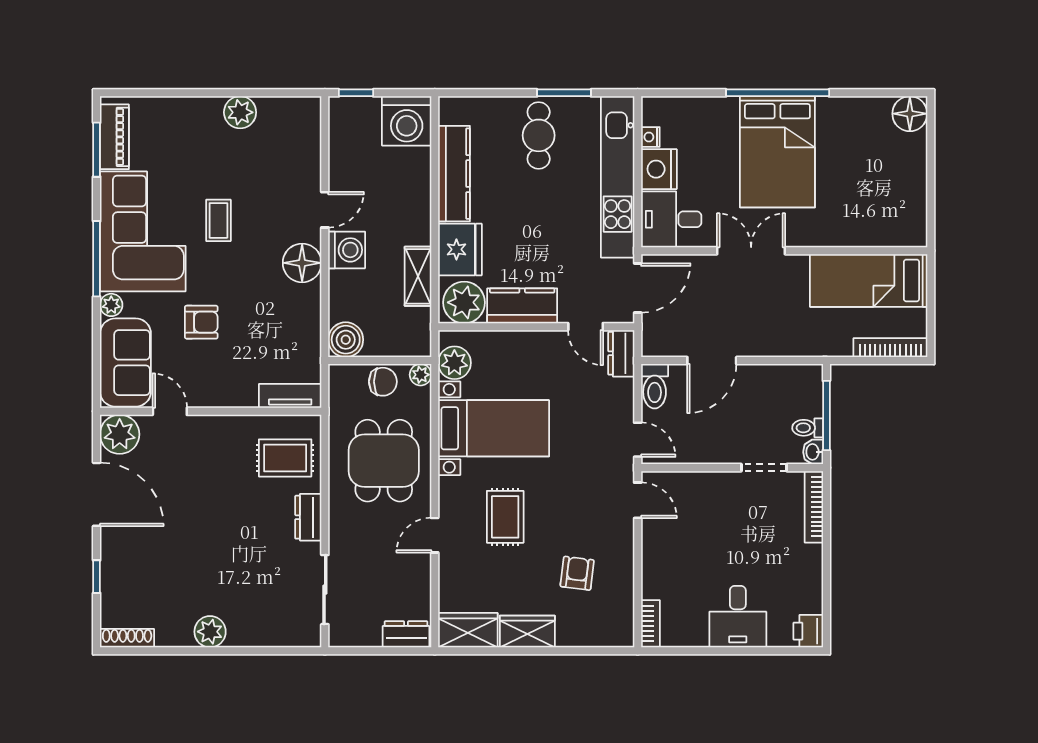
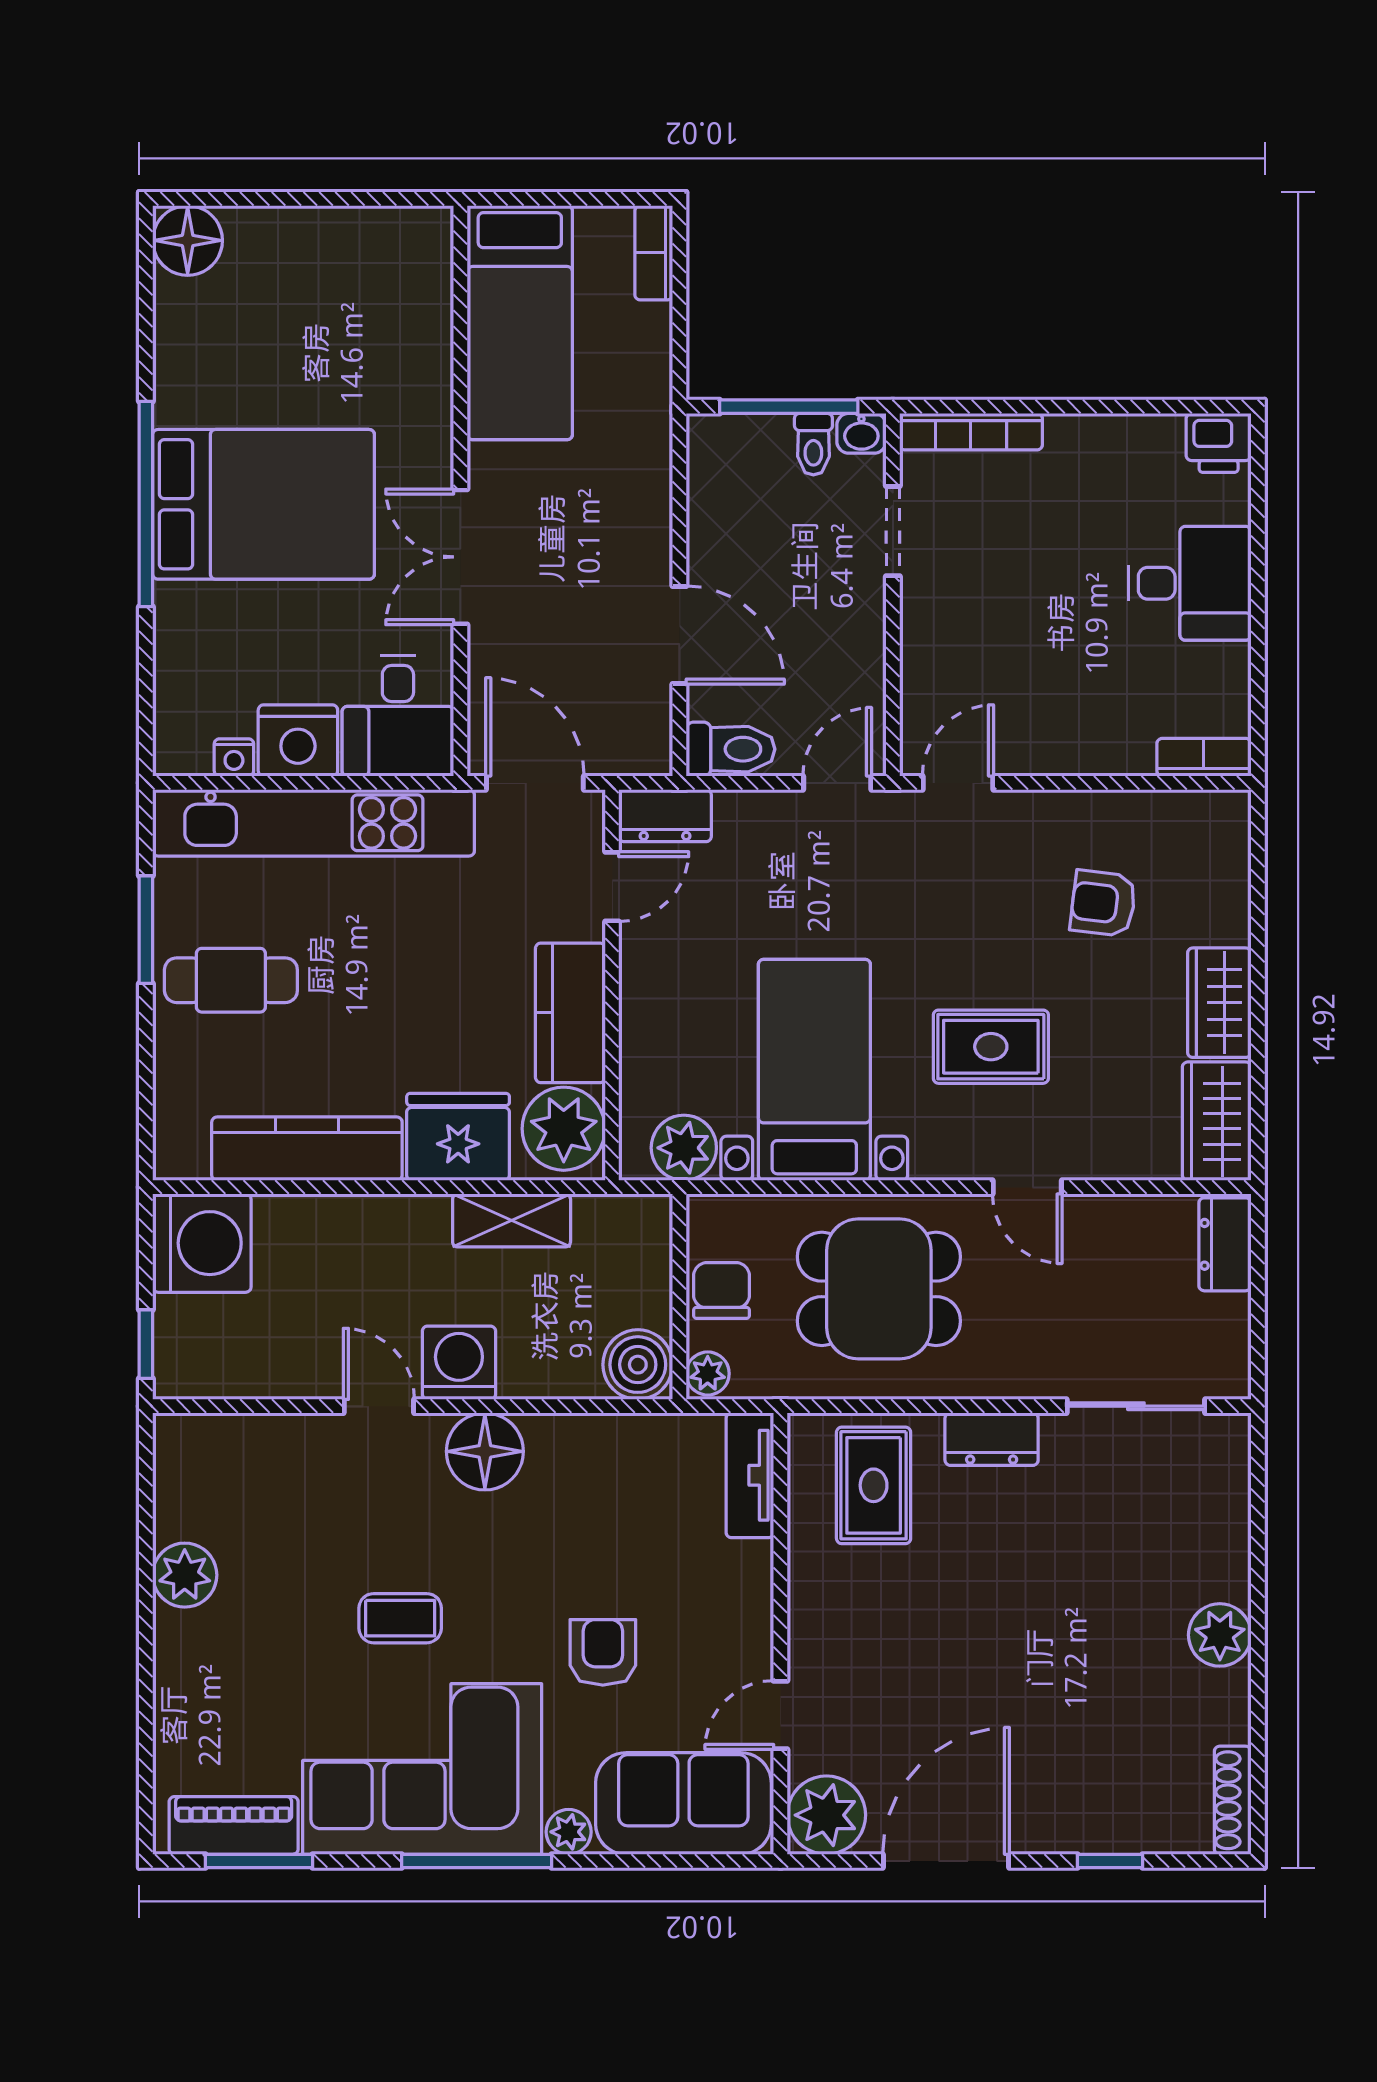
bookcase: (890, 348) -> (654, 253), width x0.64
plant: (421, 375) -> (708, 1374), moved

